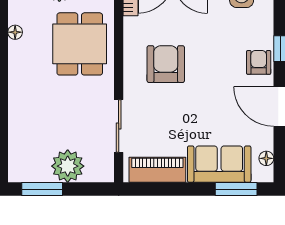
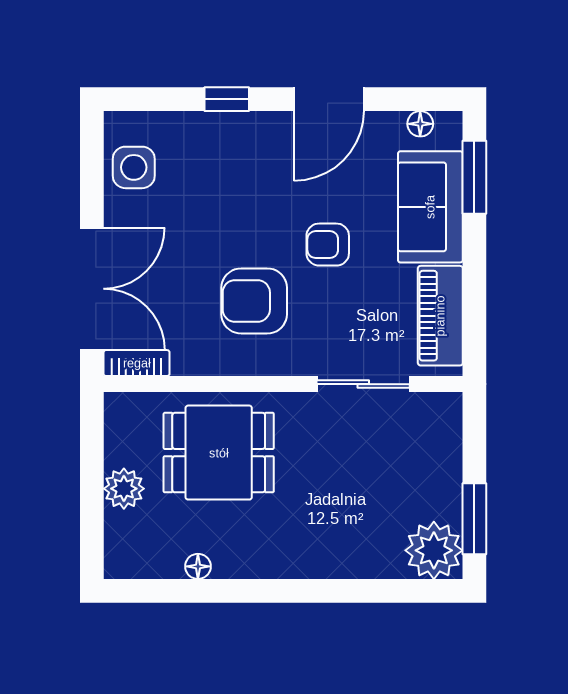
armchair: (259, 62) -> (328, 245), moved
plant: (68, 166) -> (434, 550), moved

